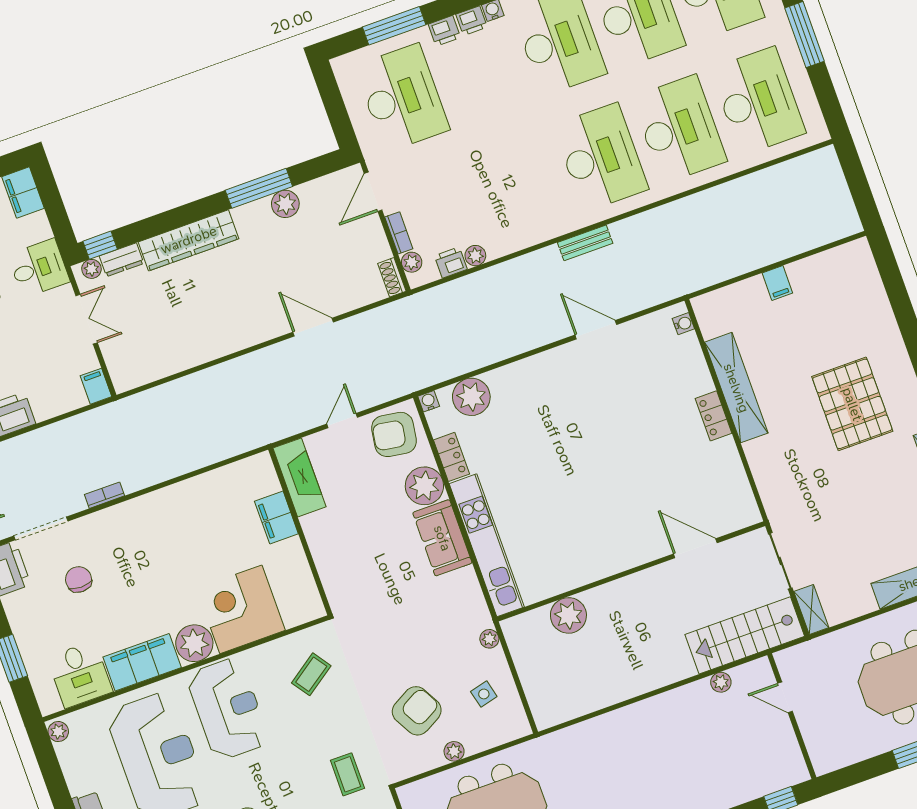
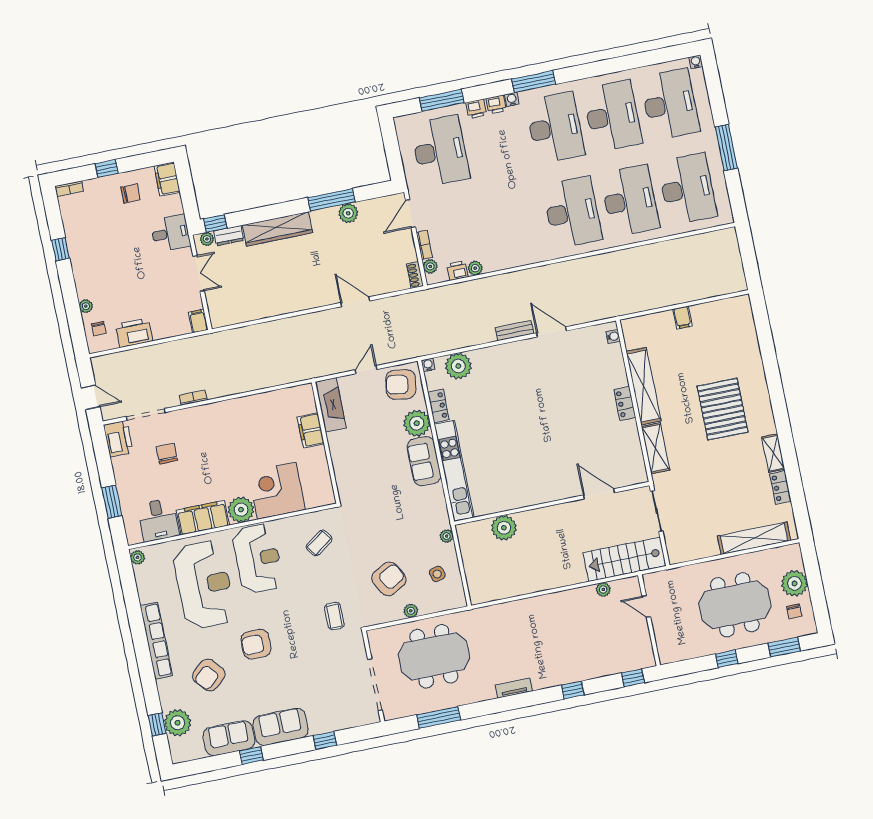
bench: (585, 243) -> (514, 331), moved
shelving: (811, 609) -> (656, 448), moved, width x1.50, depth x1.33

